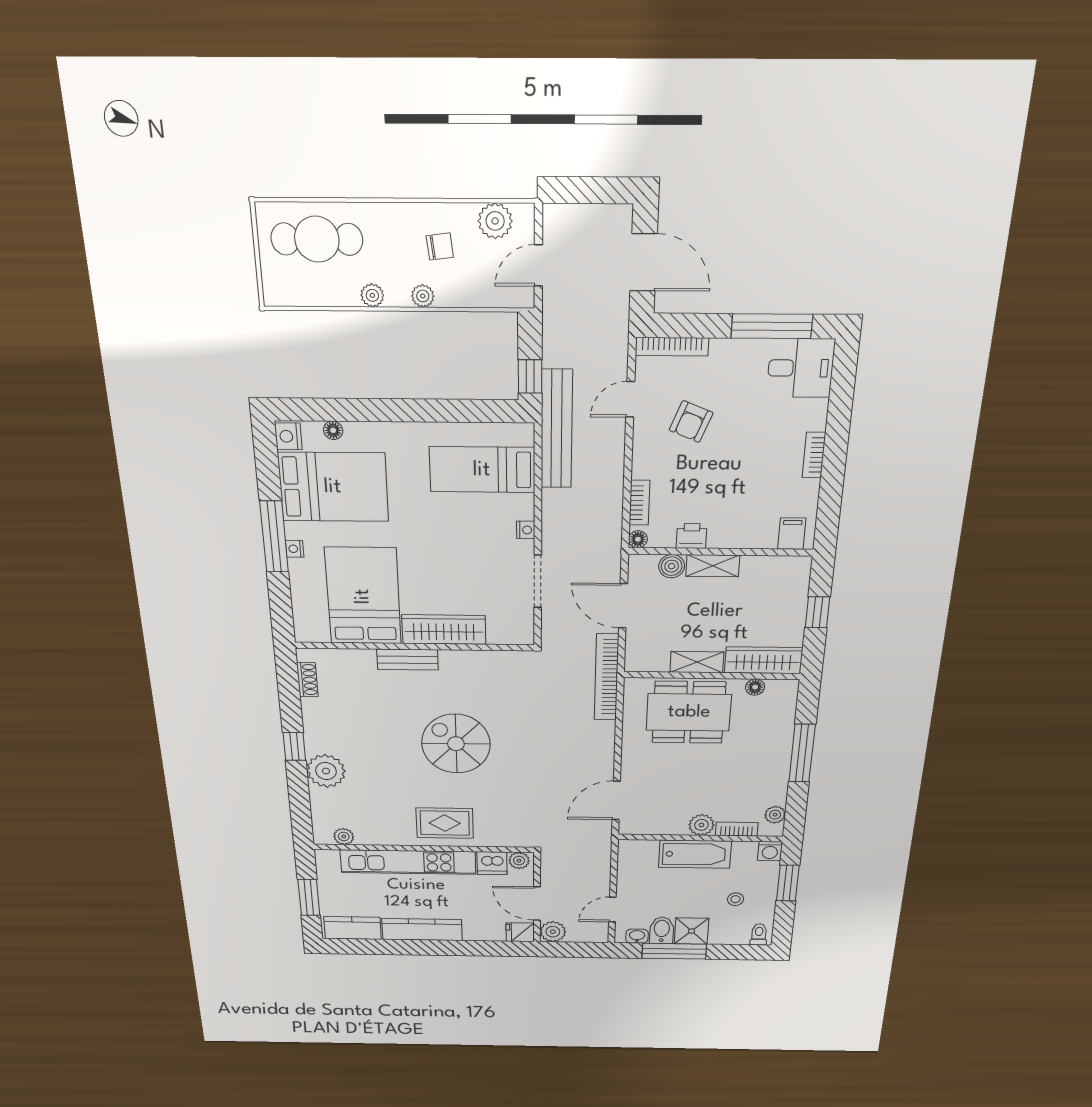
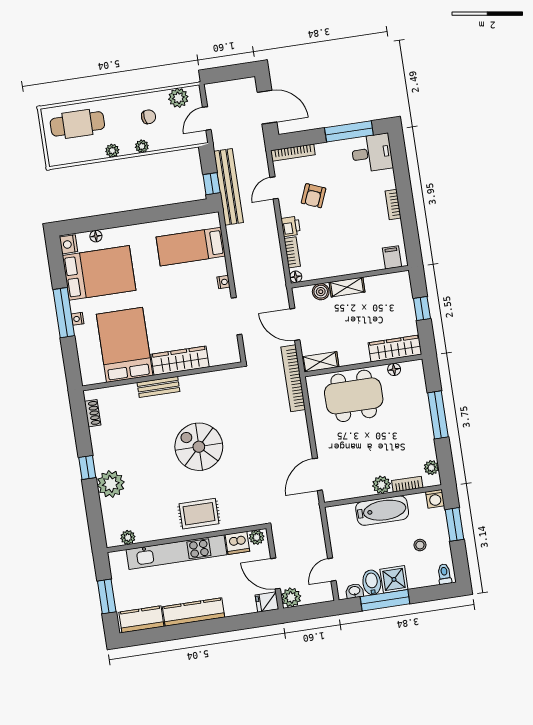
bench: (557, 429) -> (229, 187), moved
printer: (691, 536) -> (291, 226), moved, turned 90
shelving: (697, 662) -> (320, 362), moved

